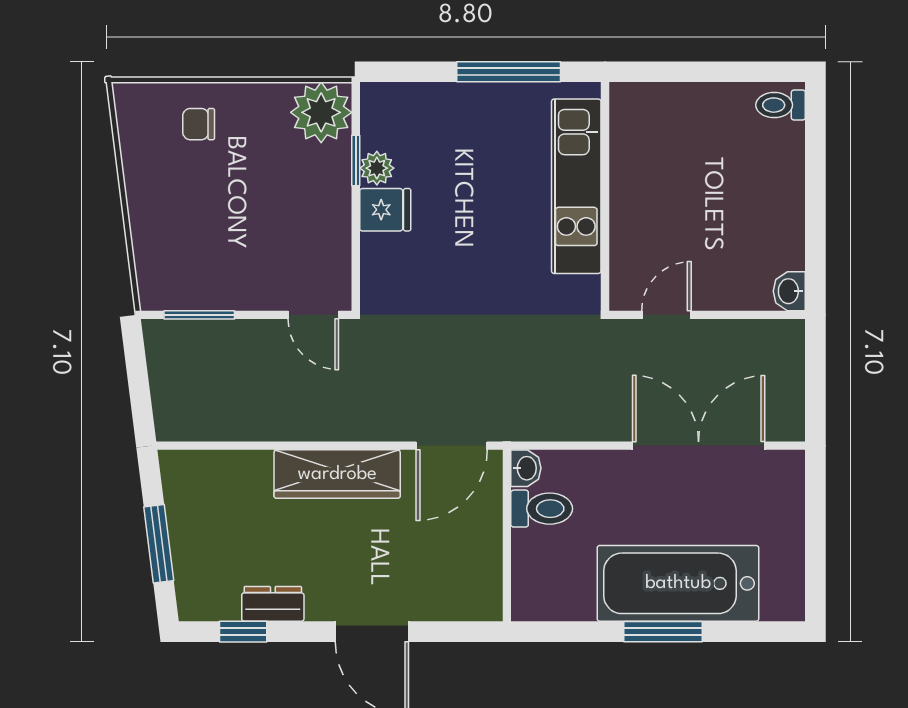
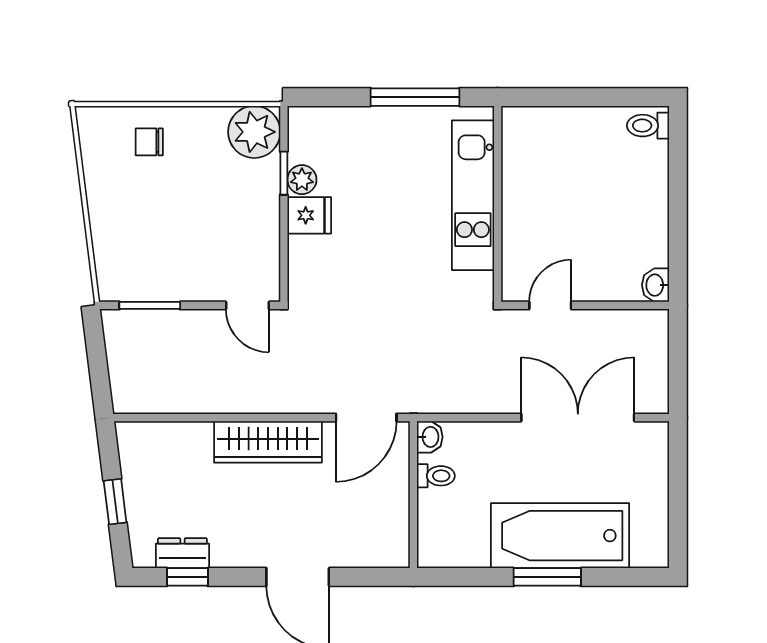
toilet: (542, 509) -> (436, 476), width x0.73, depth x0.72
window: (159, 544) -> (115, 502), width x0.67
dresser: (273, 604) -> (182, 553), moved

